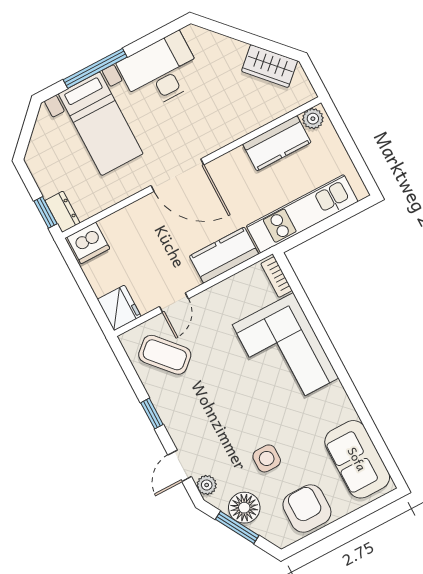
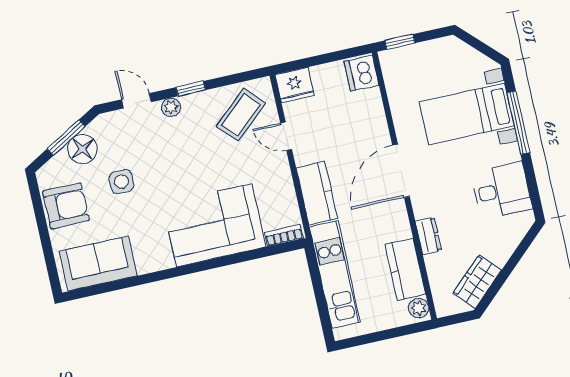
desk: (161, 71) -> (501, 190), width x0.73
dresser: (62, 212) -> (428, 236), moved, turned -90
plant: (207, 485) -> (171, 107), moved

